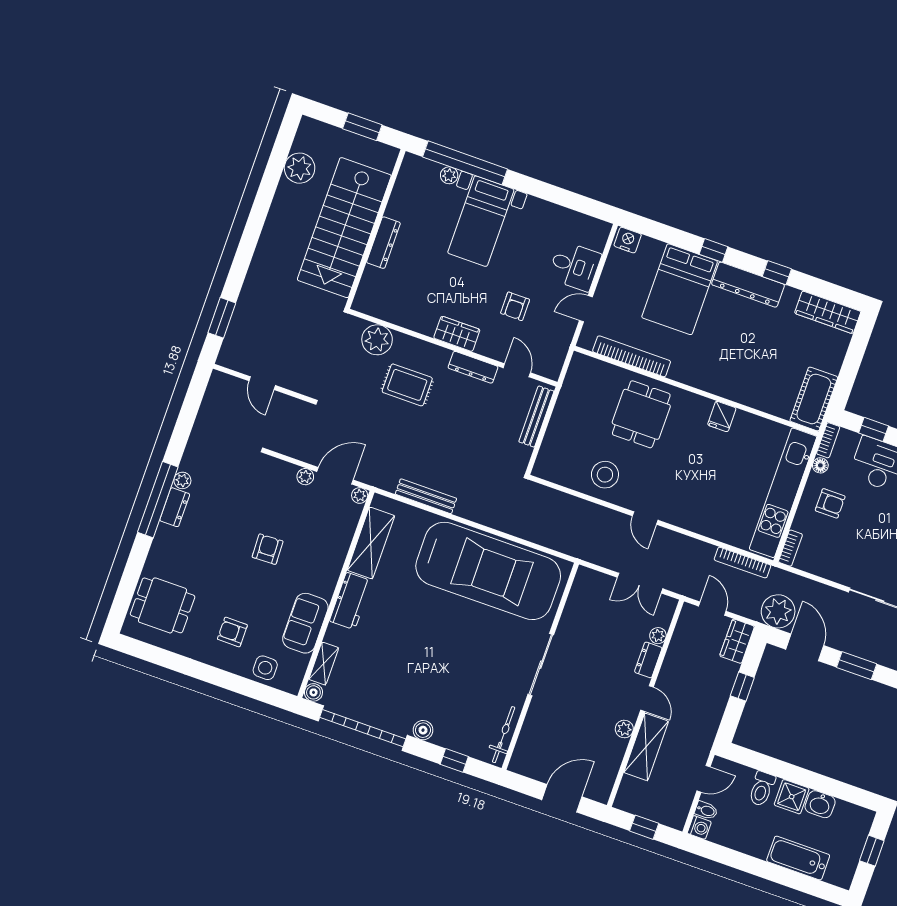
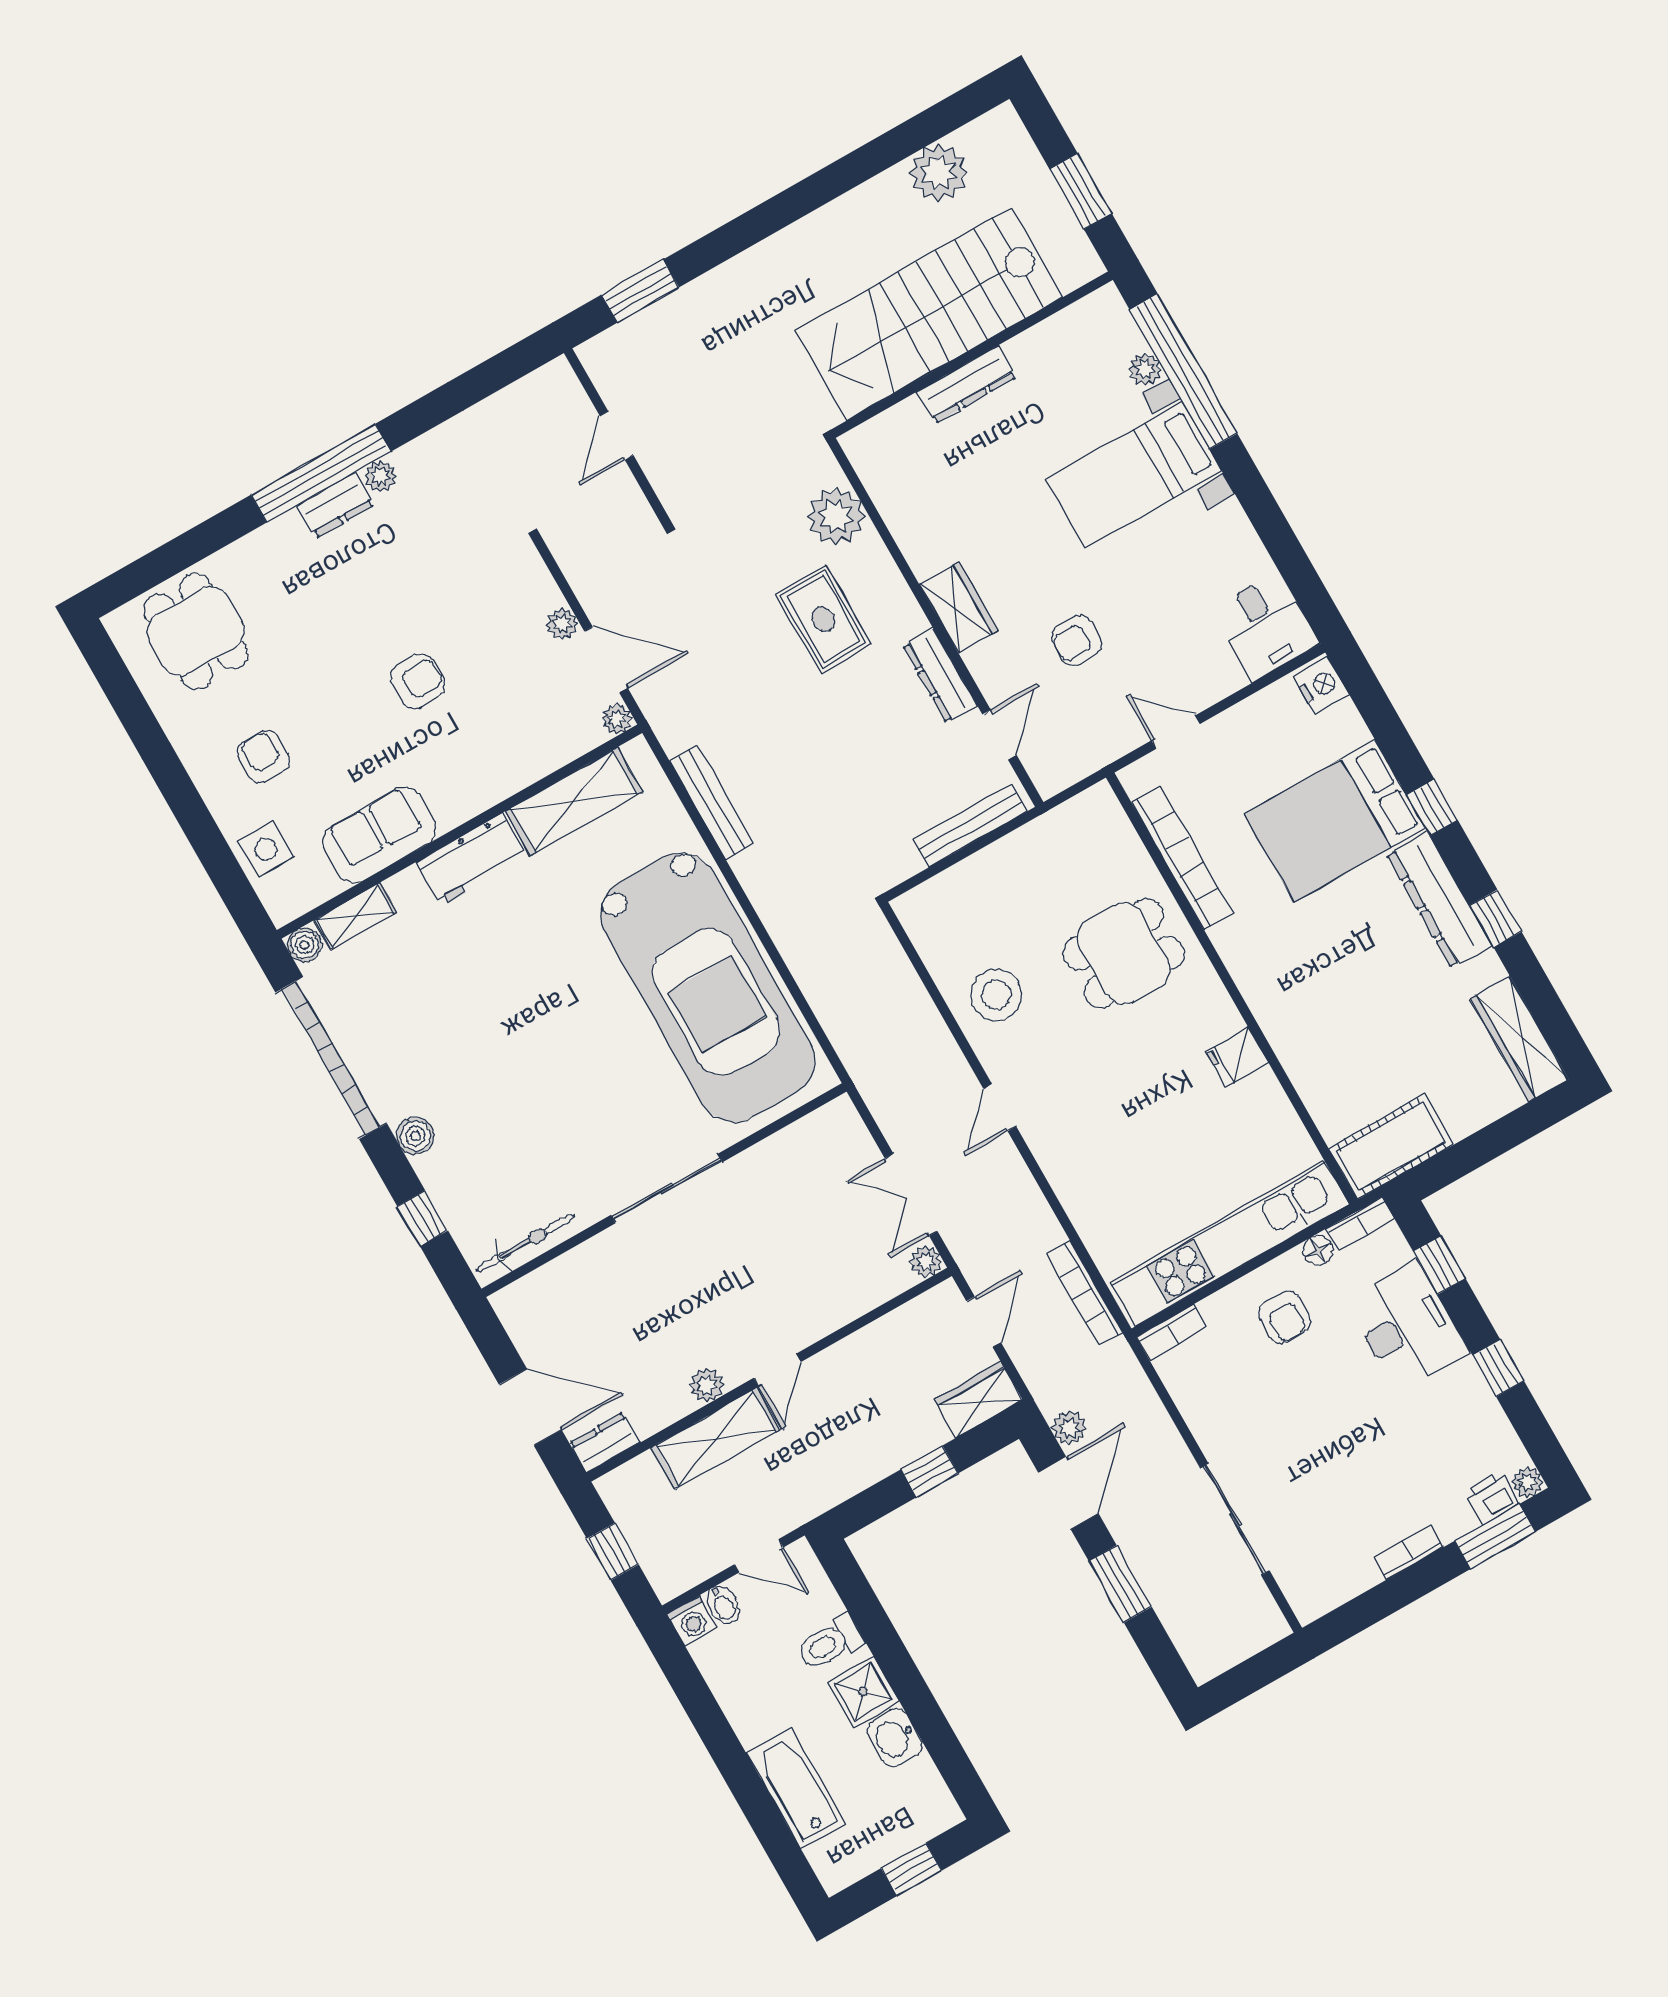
desk: (575, 266) -> (1265, 627), moved
plant: (778, 611) -> (1069, 1428), width x0.53, depth x0.53
plant: (658, 636) -> (926, 1262), moved
dresser: (648, 660) -> (605, 1443), moved

